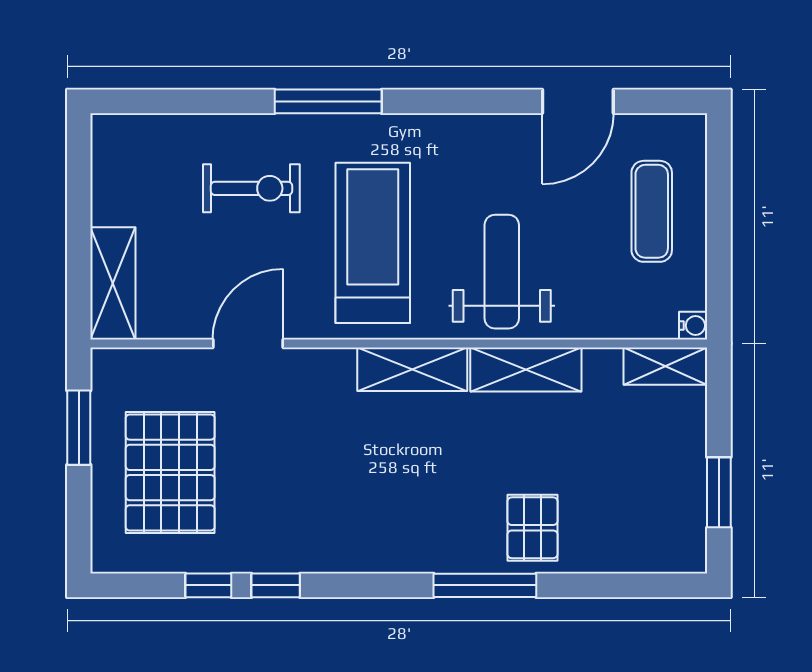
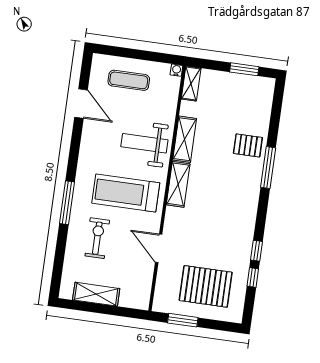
shelving: (113, 283) -> (96, 294), moved

